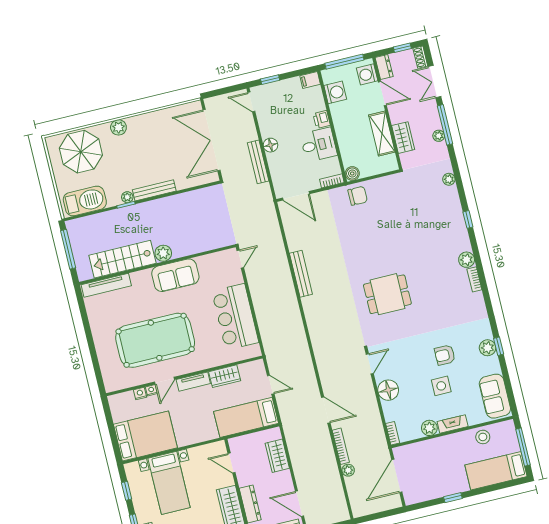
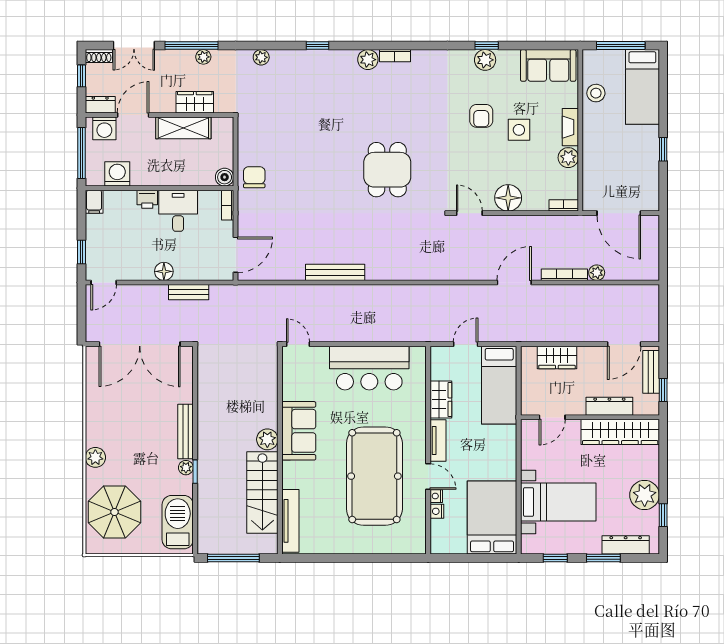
bench: (258, 162) -> (189, 292), width x0.73

